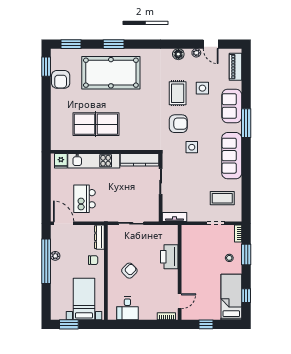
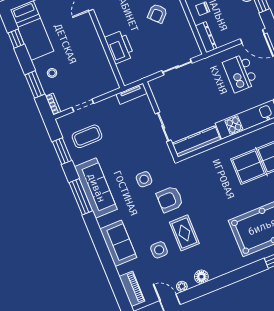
window: (246, 123) -> (81, 197), moved
window: (246, 195) -> (62, 151), added
kitchen island: (84, 199) -> (240, 73), turned 180

